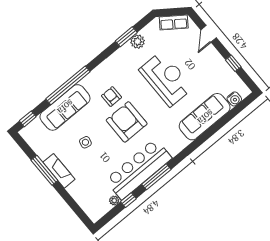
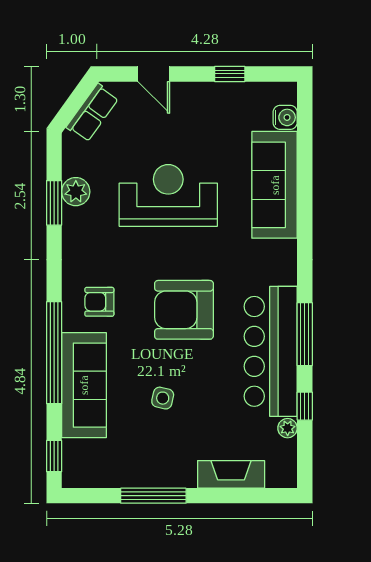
armchair: (112, 97) -> (99, 302), moved
fireplace: (59, 171) -> (231, 474), moved

